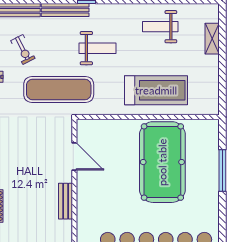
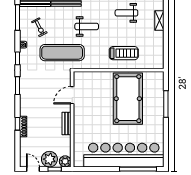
treadmill: (156, 90) -> (124, 53), width x0.73, depth x0.73
door: (74, 156) -> (72, 95), swing flipped

